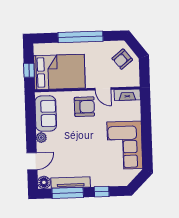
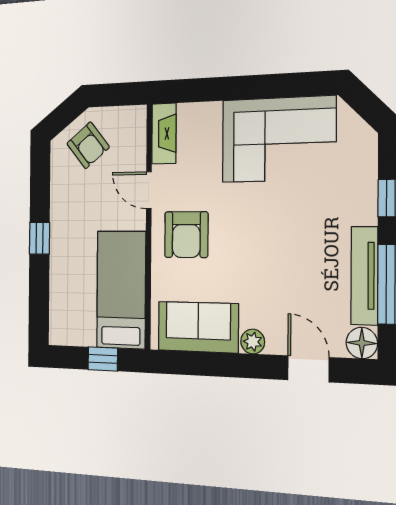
window: (80, 37) -> (40, 238), width x0.32
bed: (59, 72) -> (121, 290), width x0.67
door: (103, 89) -> (149, 190), swing flipped
armchair: (84, 107) -> (186, 235), turned 180

